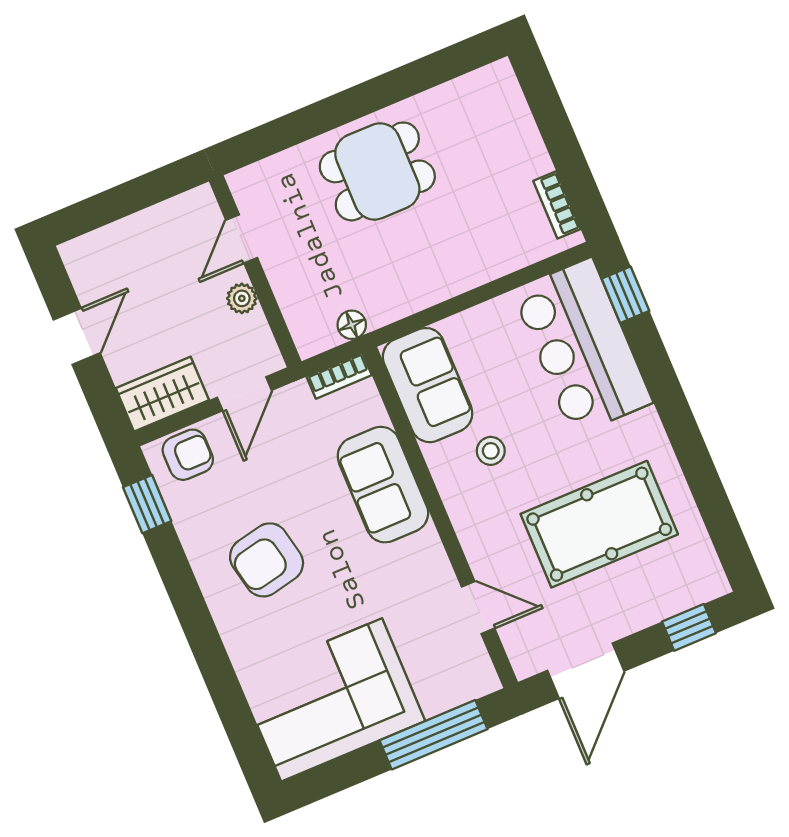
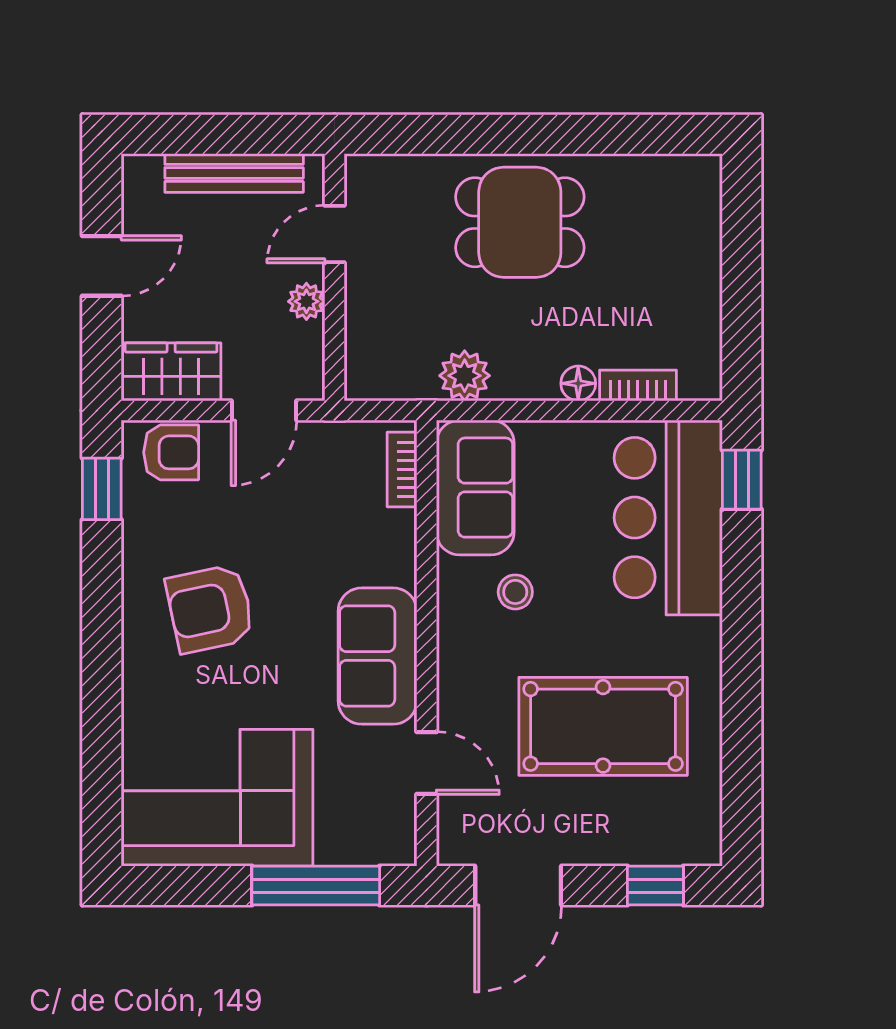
bookcase: (557, 205) -> (638, 385), moved, turned 90
bench: (147, 225) -> (234, 173), added
plant: (384, 304) -> (465, 376), added
floor lamp: (352, 325) -> (578, 383), moved
bookcase: (339, 376) -> (402, 469), moved, turned 90
sofa: (383, 485) -> (377, 656), moved

